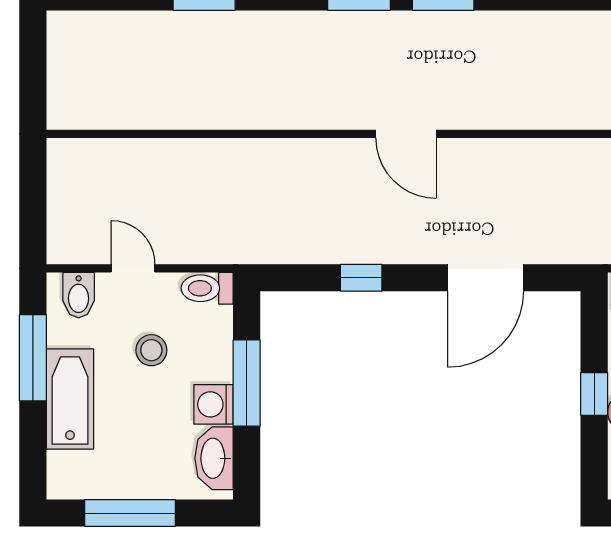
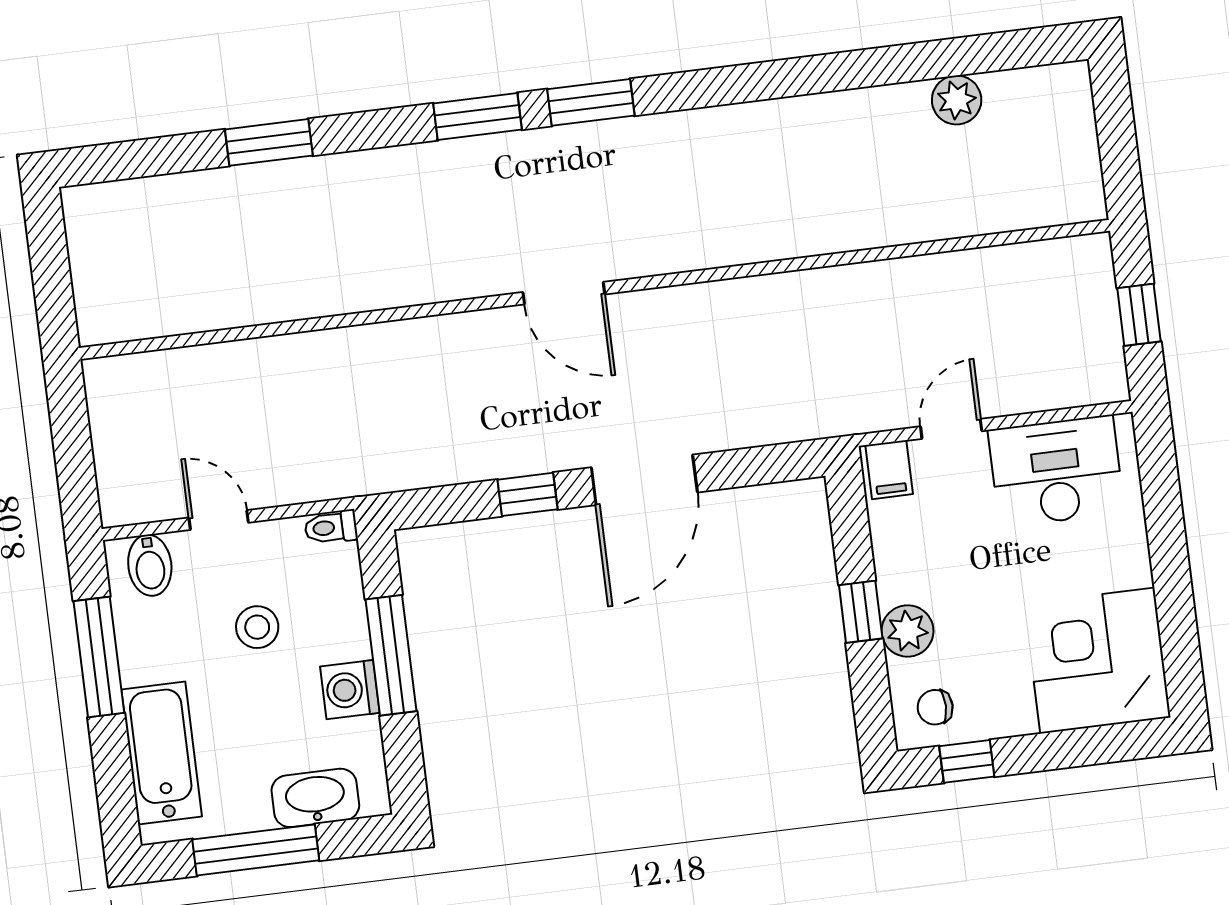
door: (486, 278) -> (644, 480), moved
toilet: (207, 288) -> (331, 527), width x0.73, depth x0.72
bathtub: (70, 399) -> (162, 753), moved
washbasin: (214, 458) -> (315, 798), moved, turned 90

